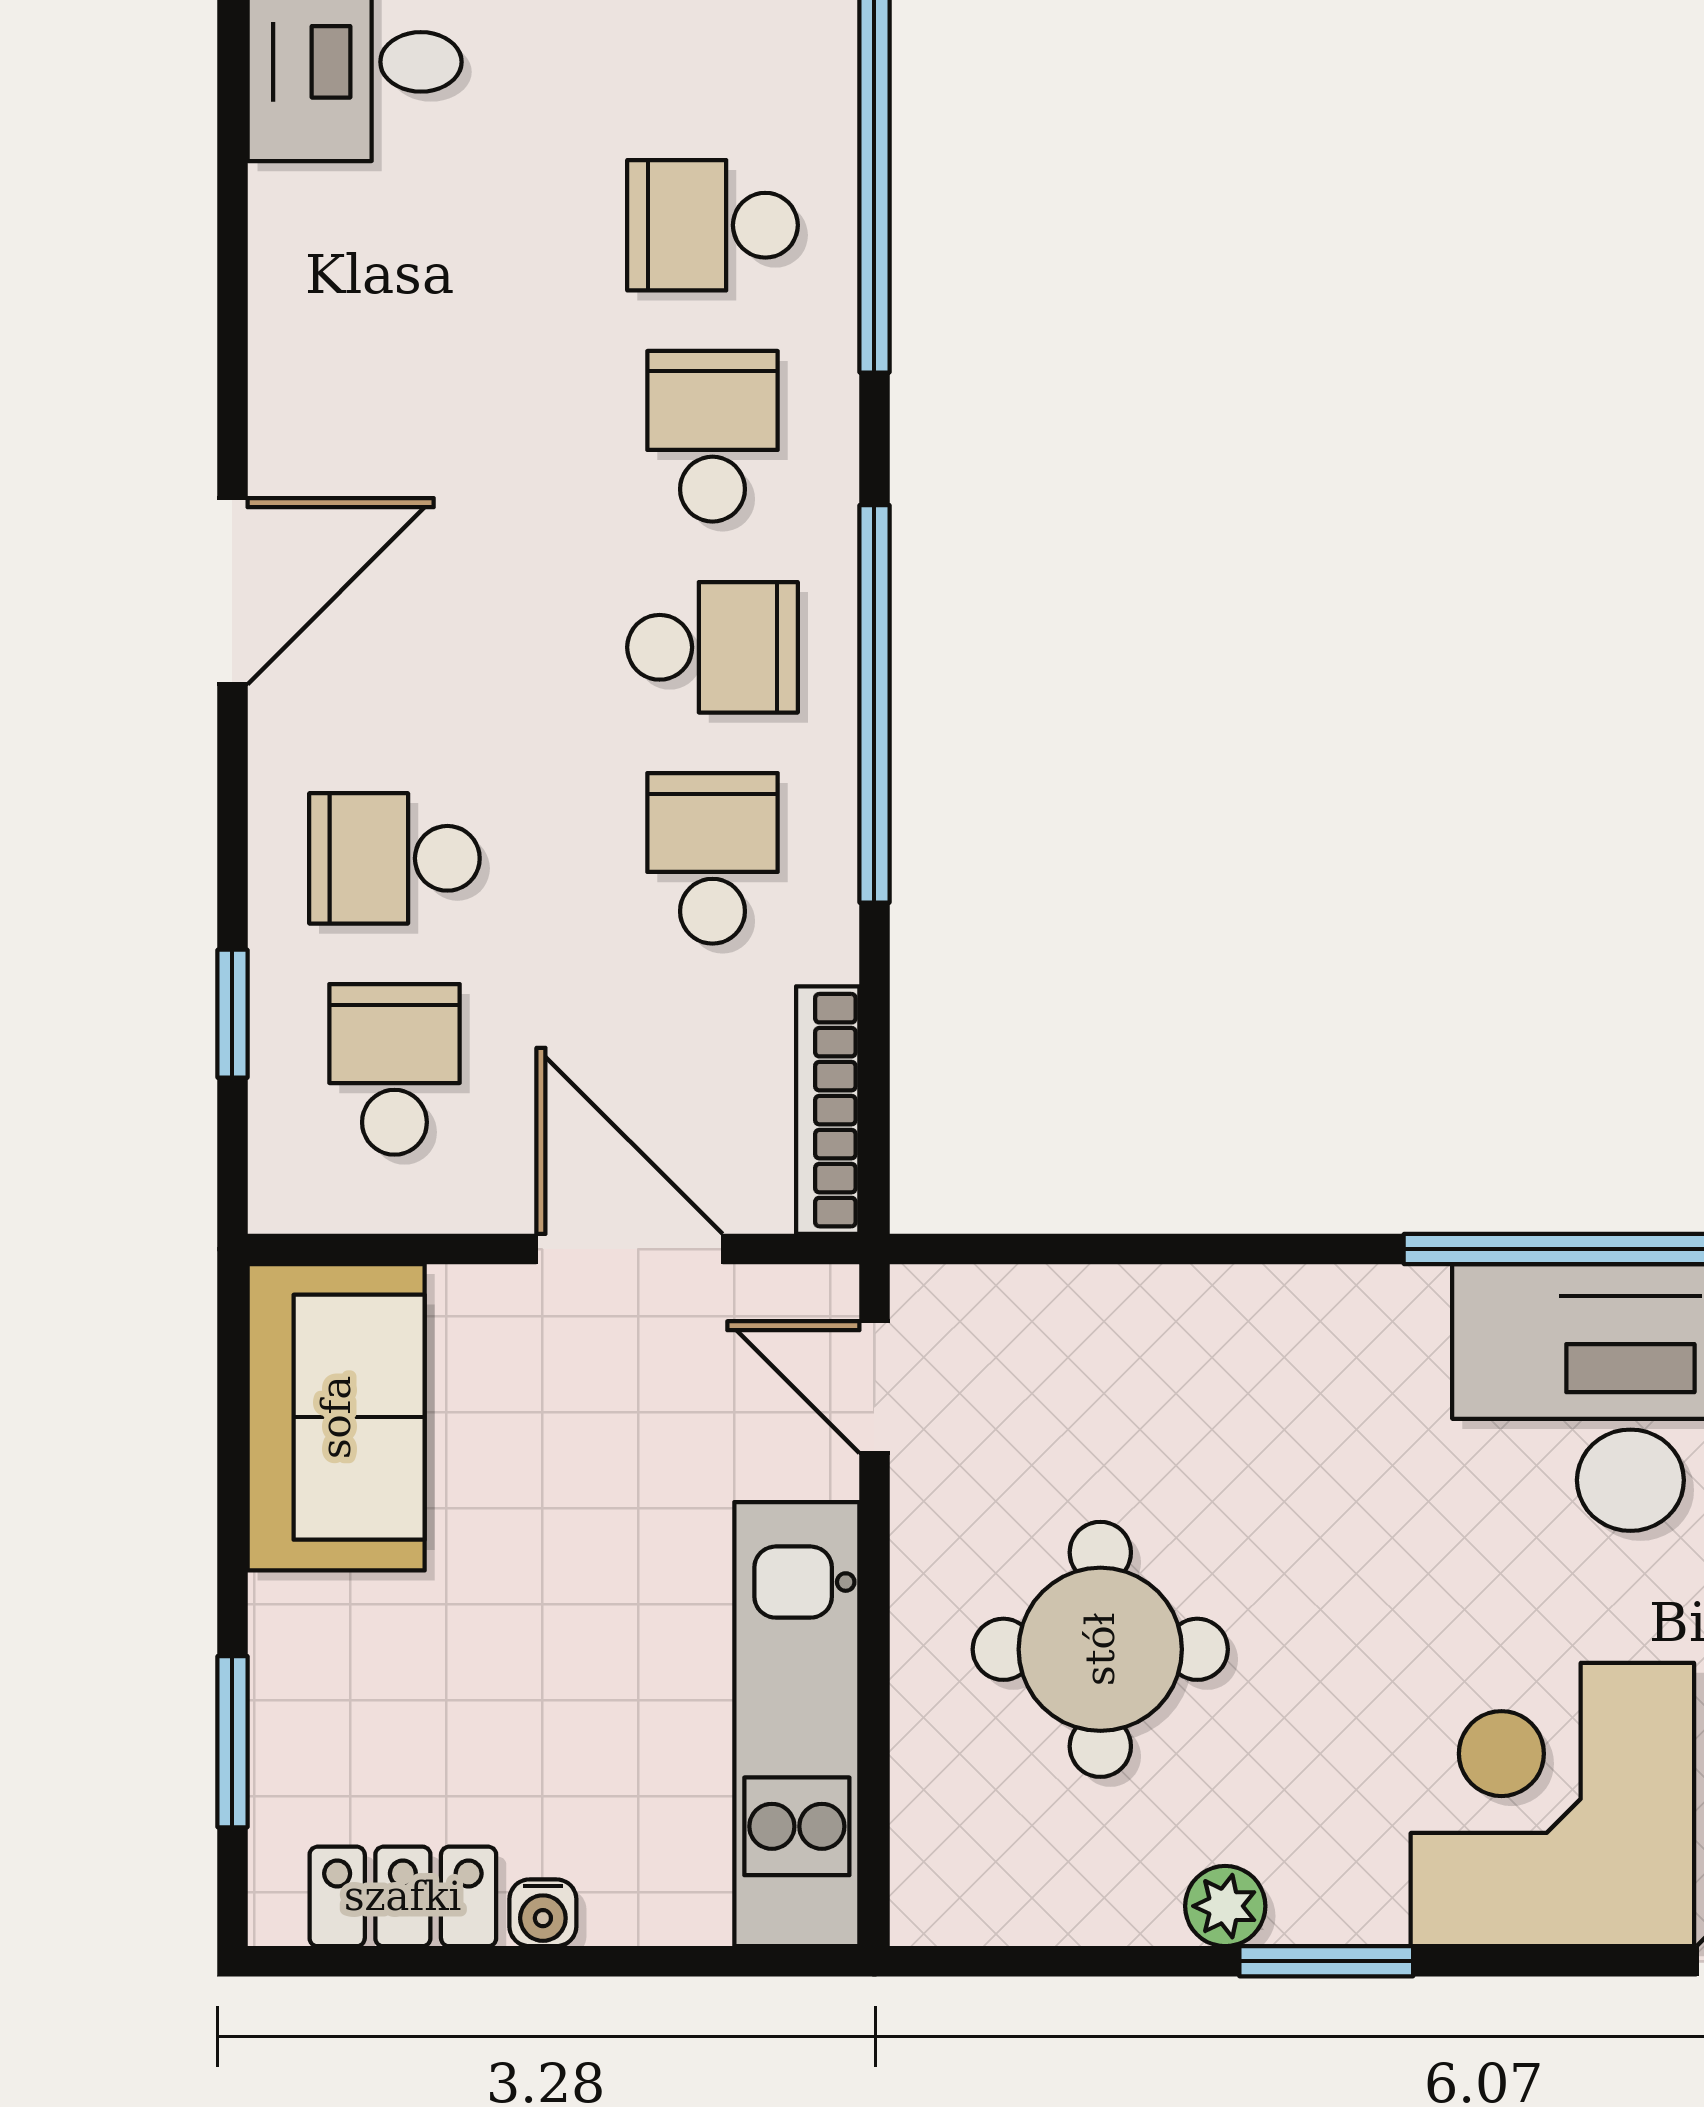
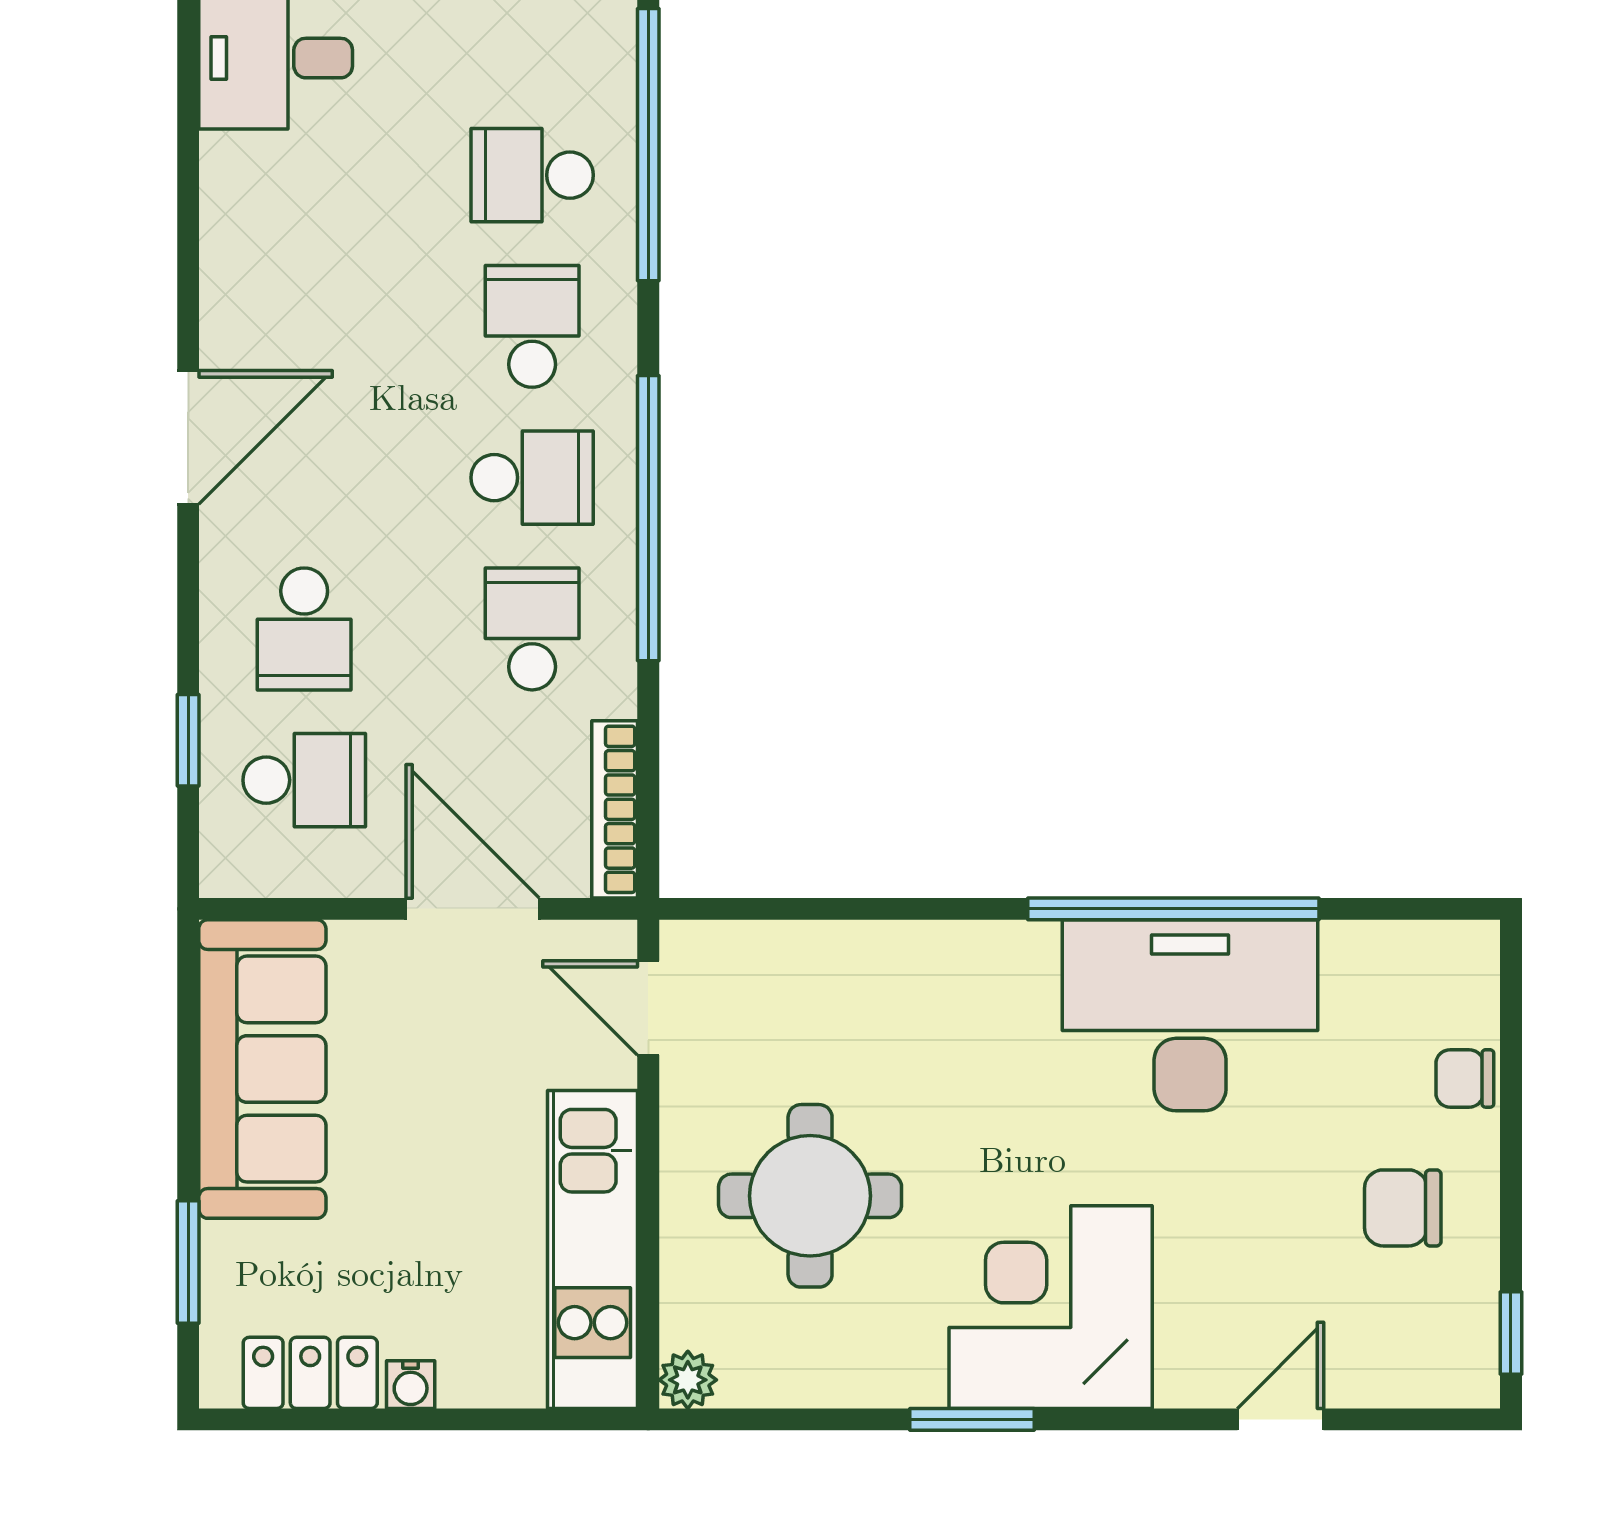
school desk: (394, 858) -> (304, 629), turned -90
school desk: (394, 1069) -> (304, 780), turned 90
sofa: (336, 1417) -> (262, 1069), width x1.36
corner desk: (1552, 1805) -> (1051, 1307), moved
plant: (1225, 1906) -> (688, 1380), moved

